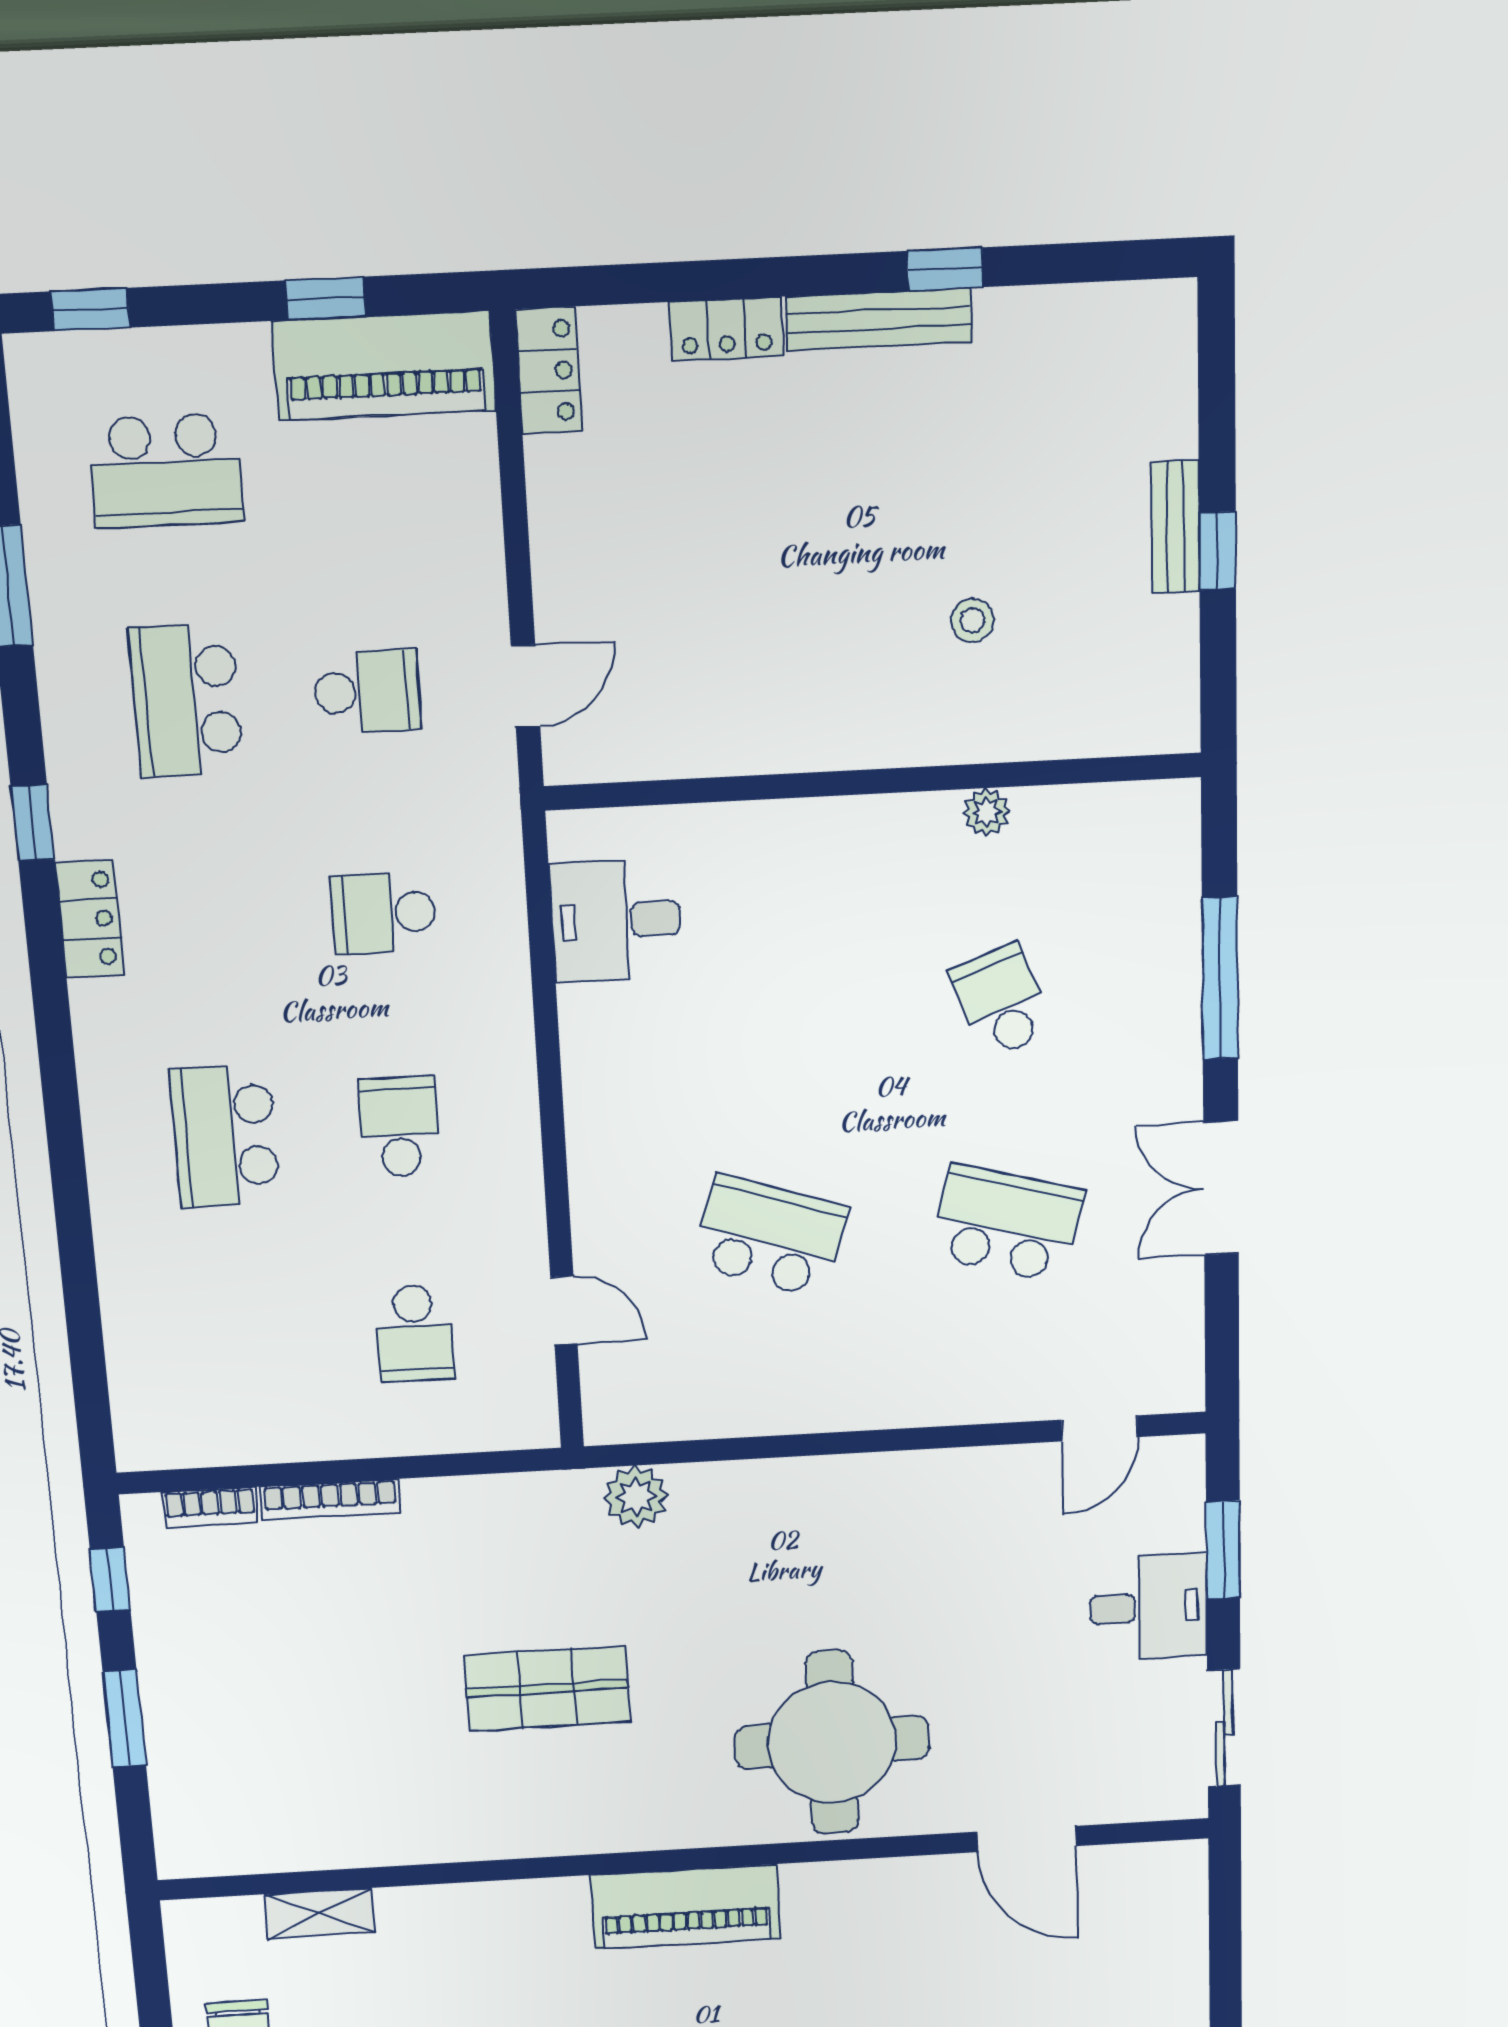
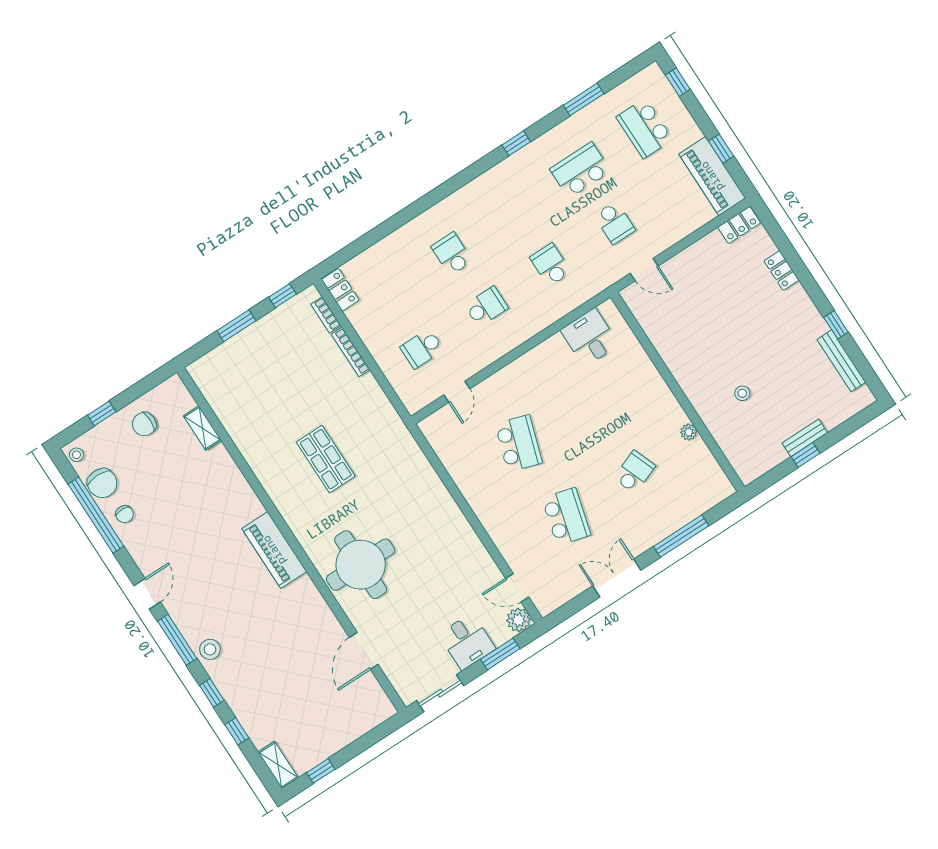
bench: (879, 319) -> (841, 361), moved
locker: (90, 919) -> (340, 290), moved, turned -90
school desk: (225, 1136) -> (452, 254), width x0.54
plant: (636, 1497) -> (519, 620), moved

